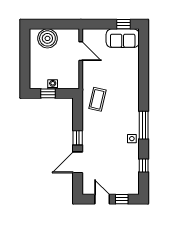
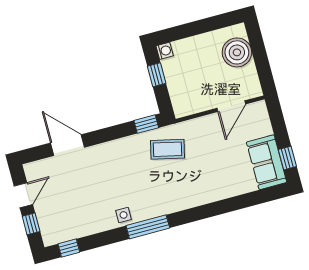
washing machine: (53, 84) -> (165, 51), moved
window: (78, 138) -> (146, 124), moved
window: (144, 165) -> (69, 248), moved

